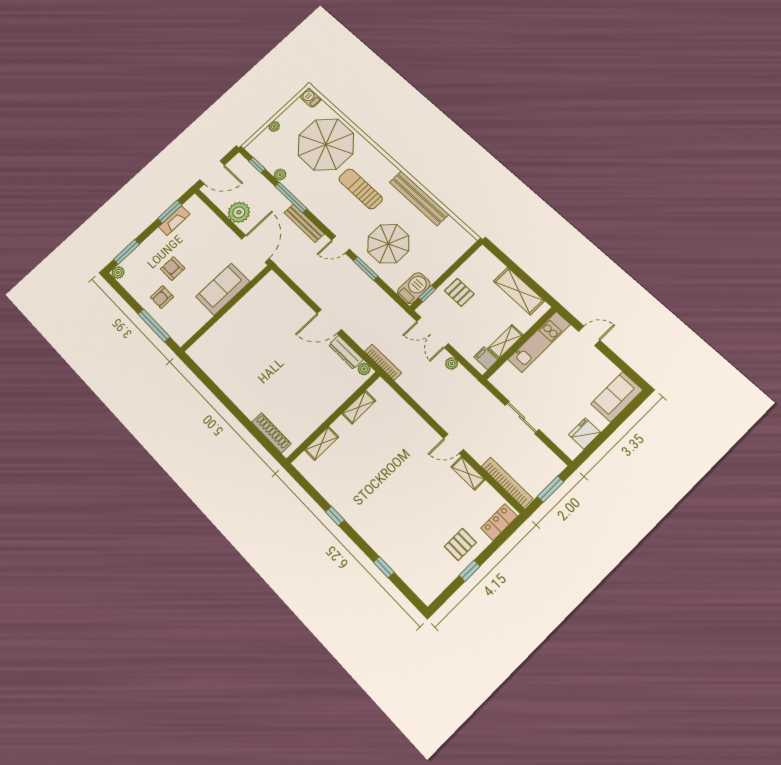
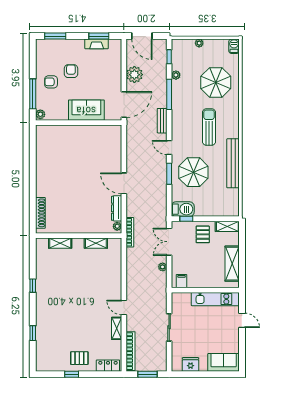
parasol: (326, 144) -> (216, 82), width x0.73, depth x0.73
bench: (304, 223) -> (162, 121), width x0.73
plant: (118, 273) -> (40, 114), moved
shelving: (505, 342) -> (227, 226), moved

